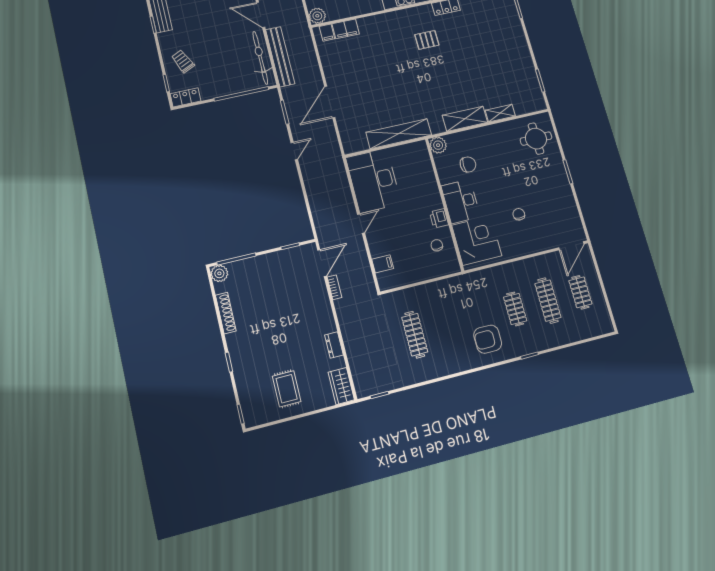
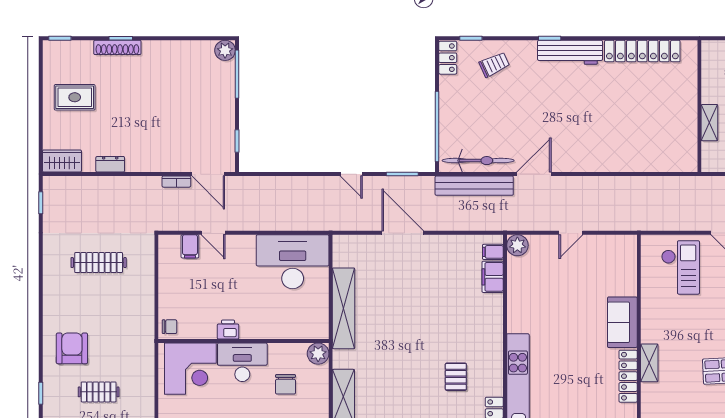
door: (361, 224) -> (213, 233), moved
chair: (437, 245) -> (170, 327), moved
shoe rack: (226, 313) -> (117, 47), moved

